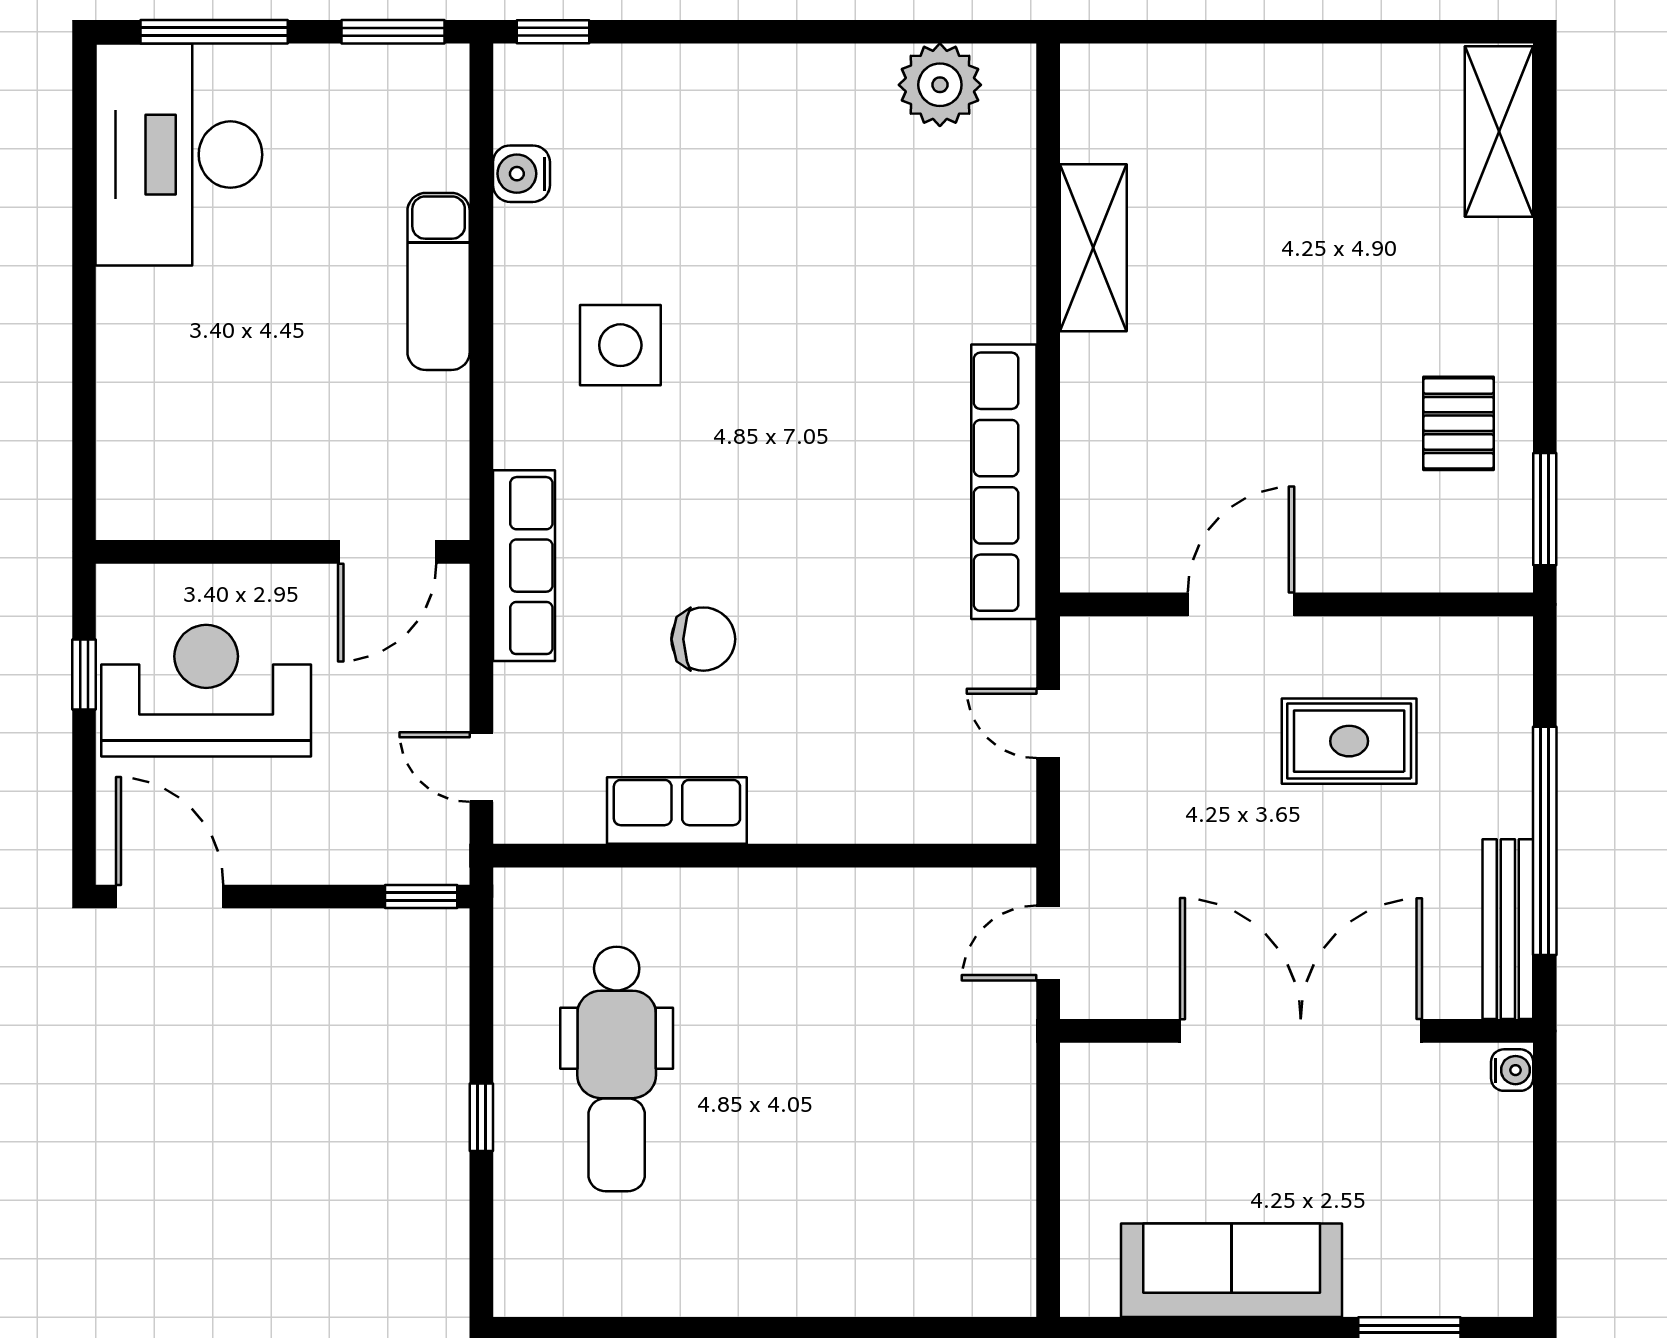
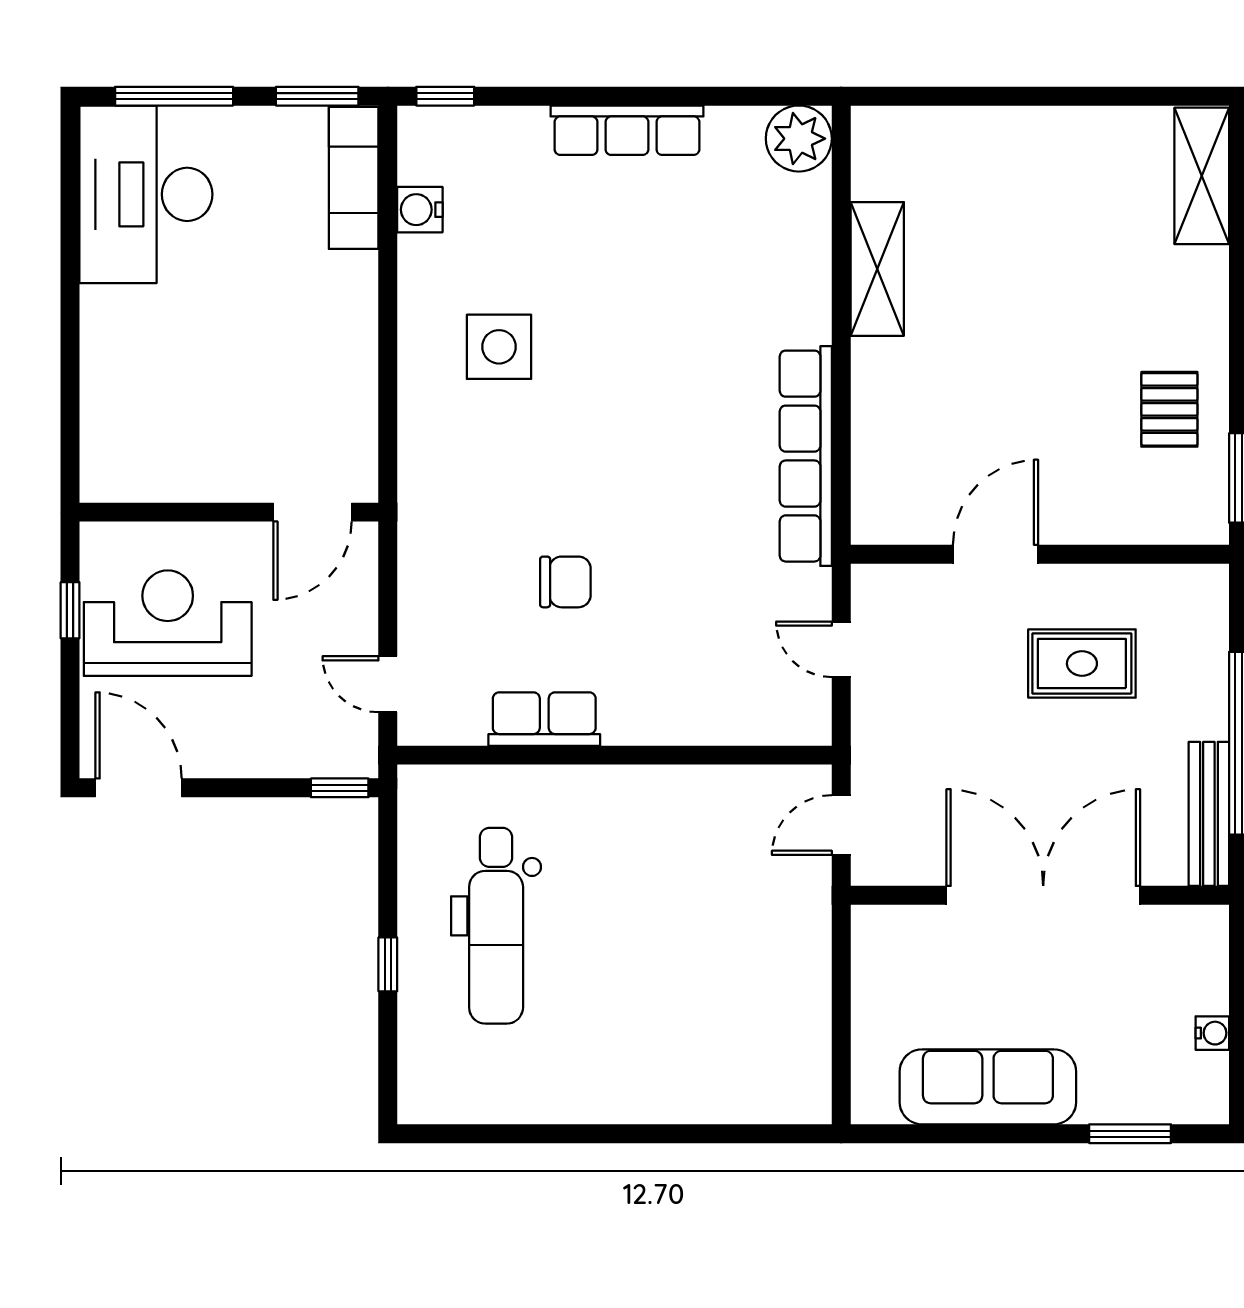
plant: (940, 85) -> (799, 139), moved
exam couch: (439, 281) -> (354, 178), moved
row of seats: (524, 566) -> (627, 130), moved, turned 90
water cooler: (1512, 1070) -> (1212, 1033), moved

